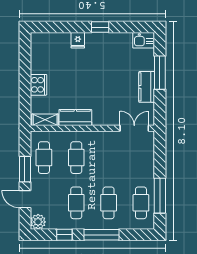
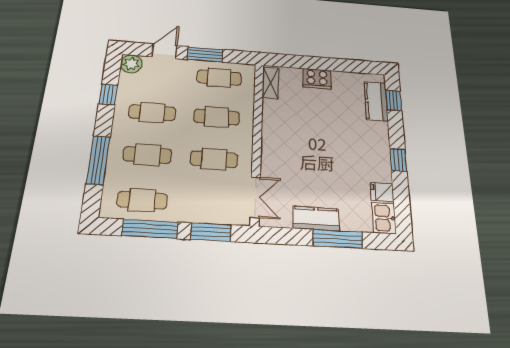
window: (52, 27) -> (394, 100), added
fridge: (78, 40) -> (382, 192), moved
kitchen counter: (75, 117) -> (376, 101), moved, turned 180
window: (160, 157) -> (211, 232), added
cafe table: (109, 158) -> (214, 159), added
window: (101, 235) -> (98, 160), moved

